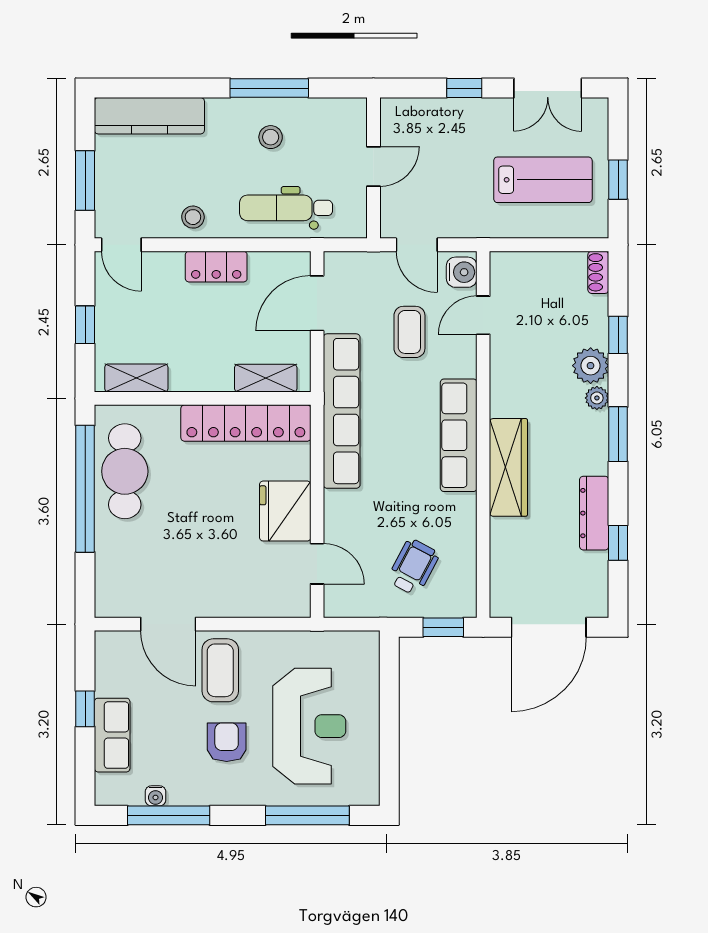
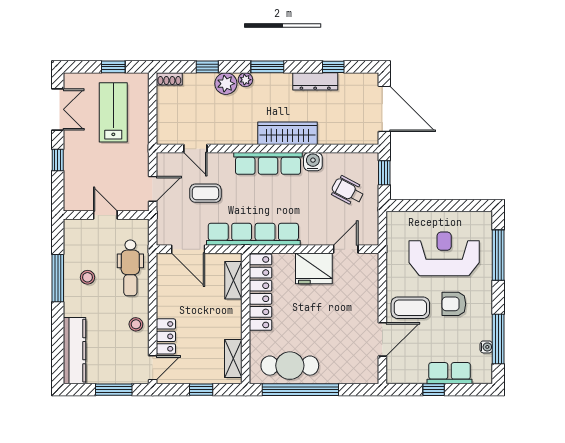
locker: (216, 267) -> (166, 336), moved
water cooler: (462, 272) -> (313, 162), moved

